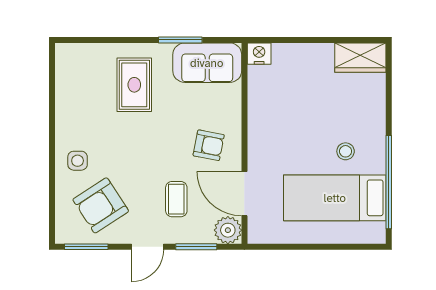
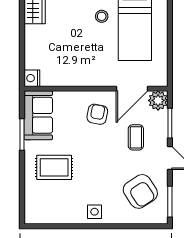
side table: (78, 161) -> (94, 212), moved
coffee table: (176, 199) -> (136, 137), turned 90

